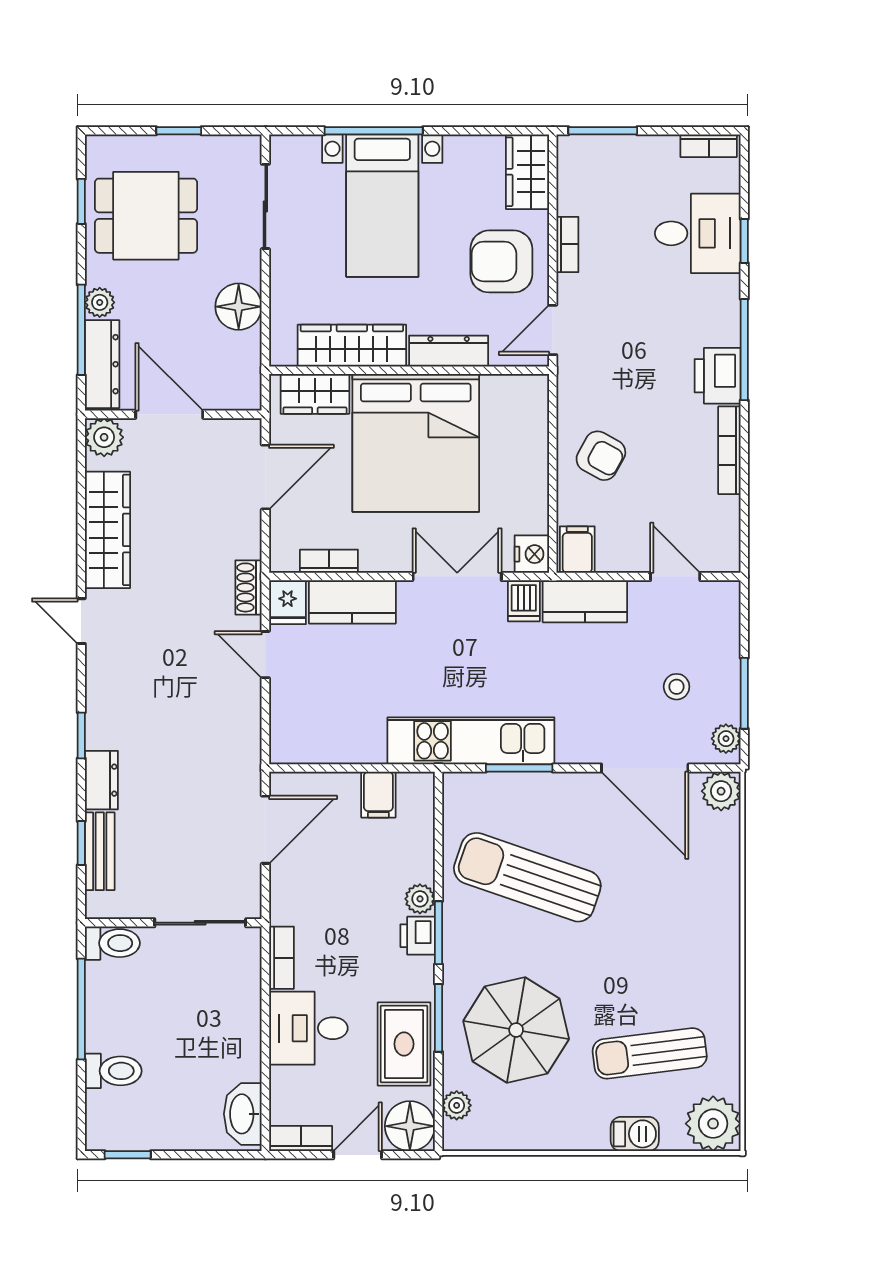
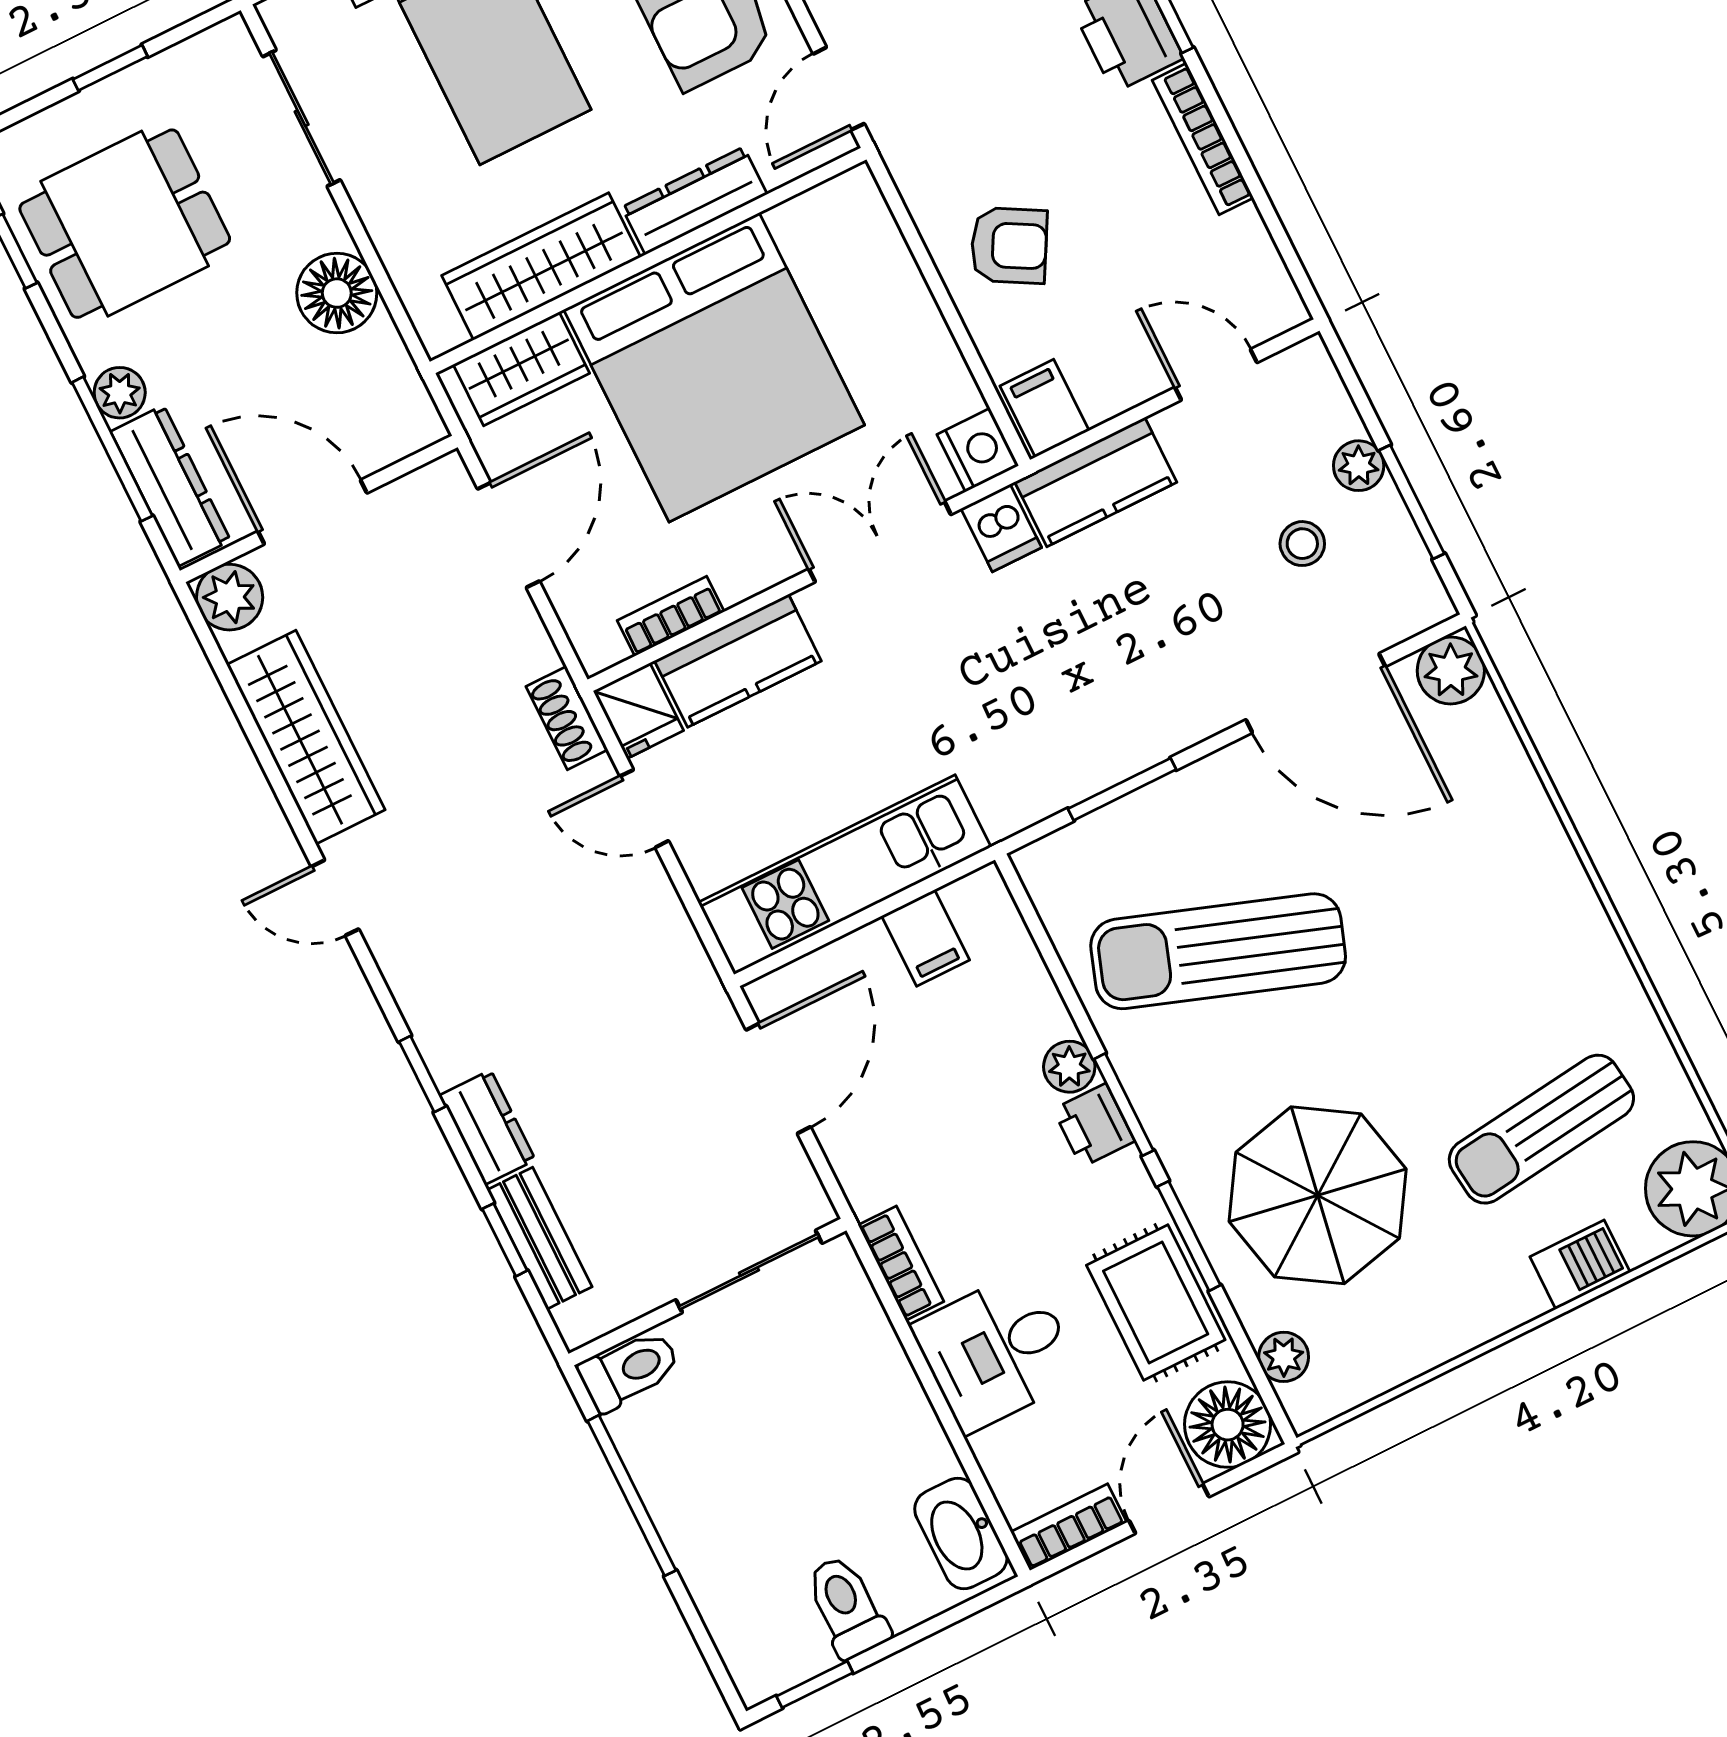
plant: (726, 739) -> (1359, 466), moved
kitchen unit: (471, 741) -> (845, 875), moved
toilet: (113, 1071) -> (847, 1607), moved, turned -90

